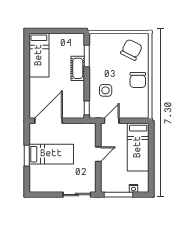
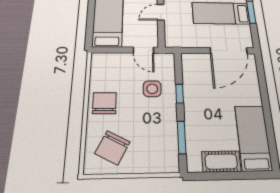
cot: (78, 68) -> (221, 161), moved, turned 90
window: (87, 108) -> (179, 94), moved
door: (112, 121) -> (143, 50), hinge flipped

